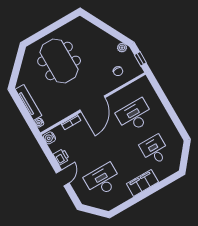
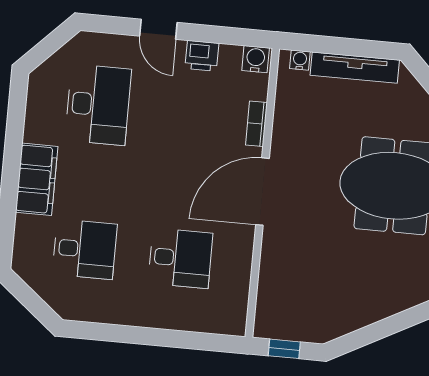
plant: (122, 48) -> (332, 329), removed
chair: (118, 71) -> (291, 288), removed
door: (92, 104) -> (262, 192), hinge flipped
desk: (135, 116) -> (180, 258), width x0.73

